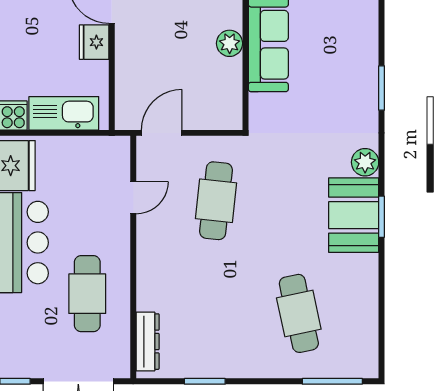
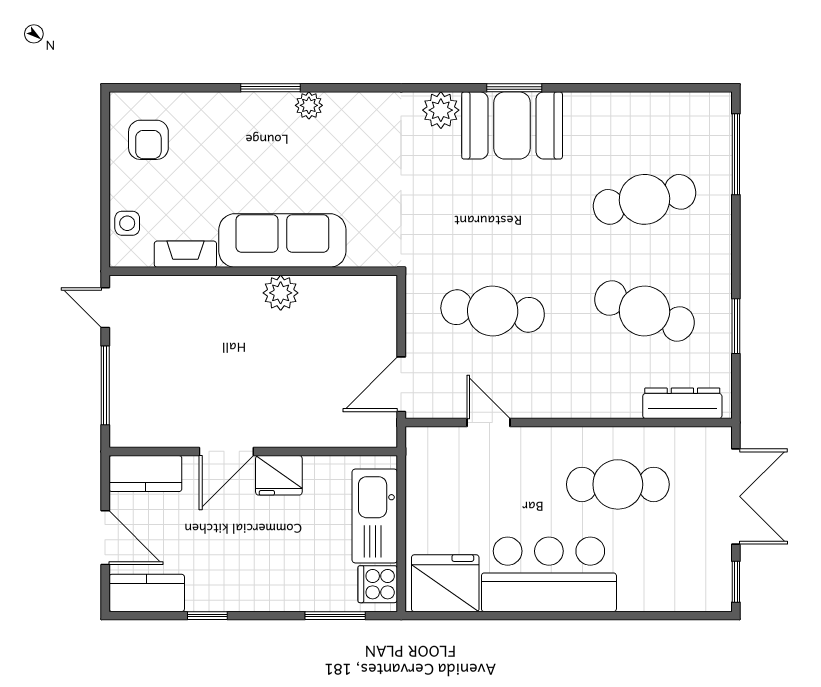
plant: (369, 64) -> (309, 105), added
window: (382, 88) -> (271, 88), moved
door: (162, 133) -> (401, 384), hinge flipped
cafe table: (216, 313) -> (644, 311), added

